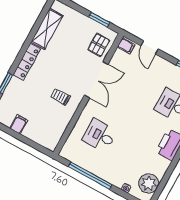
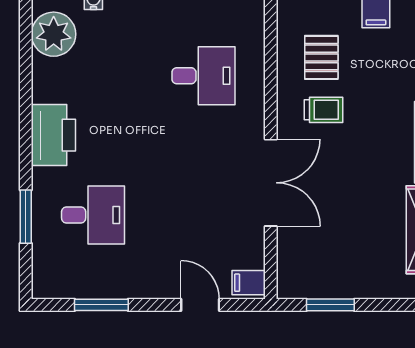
pallet: (99, 45) -> (321, 57), moved
double door: (96, 80) -> (271, 183), swing flipped

